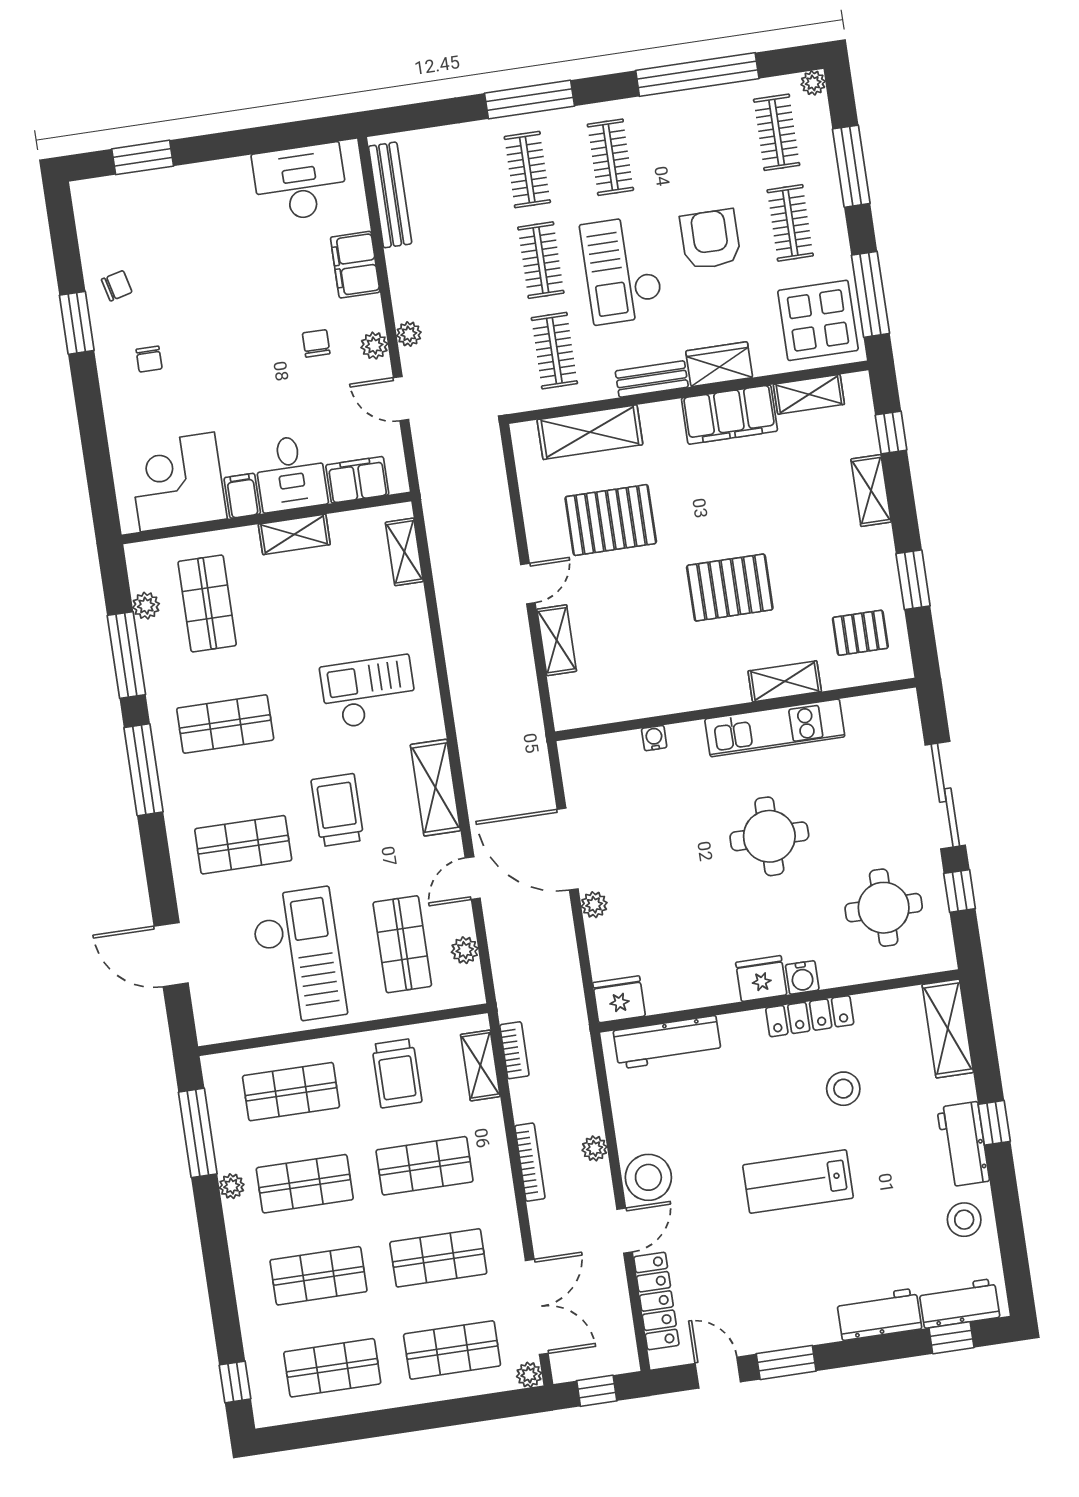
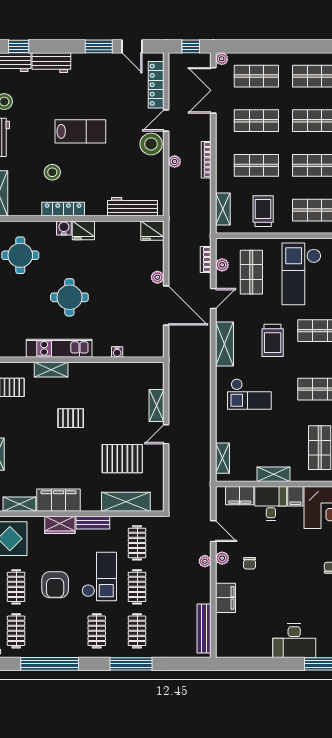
desk: (300, 183) -> (294, 641), moved
pallet: (730, 588) -> (71, 418), width x0.67, depth x0.71
bookcase: (514, 1050) -> (206, 260), moved

